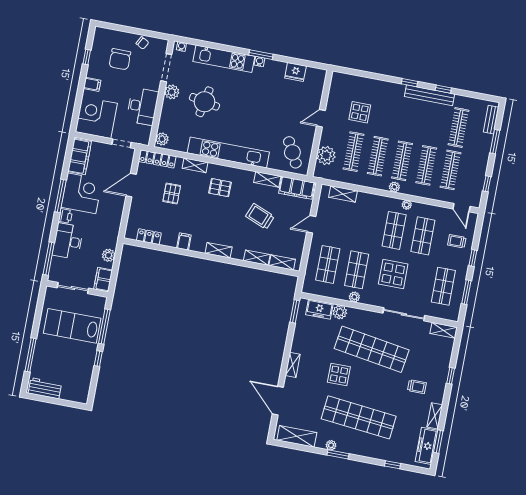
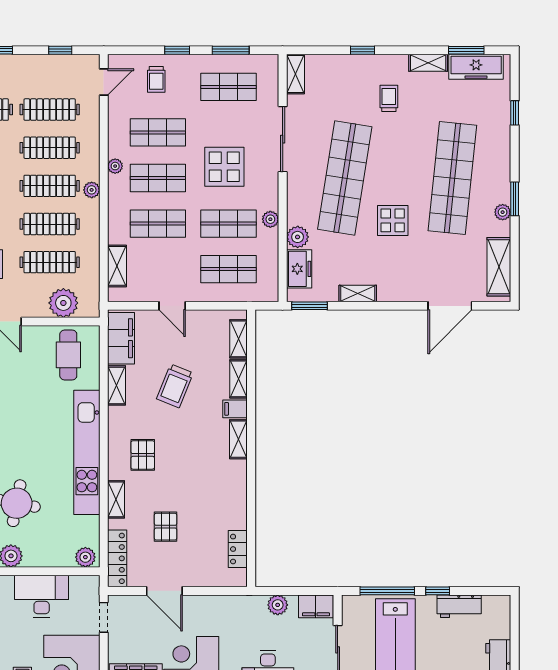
cafe table: (292, 152) -> (68, 355), turned -62
pallet: (172, 193) -> (166, 527), turned 90
shop shelf: (365, 225) -> (158, 224), added
filing cabinet: (184, 242) -> (235, 409), moved
shelving: (293, 365) -> (358, 294), moved
workbench: (86, 370) -> (459, 606), added

